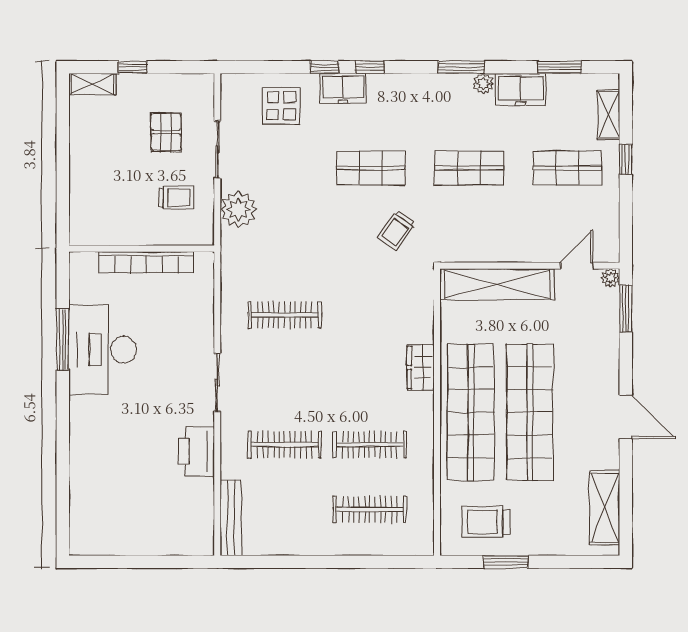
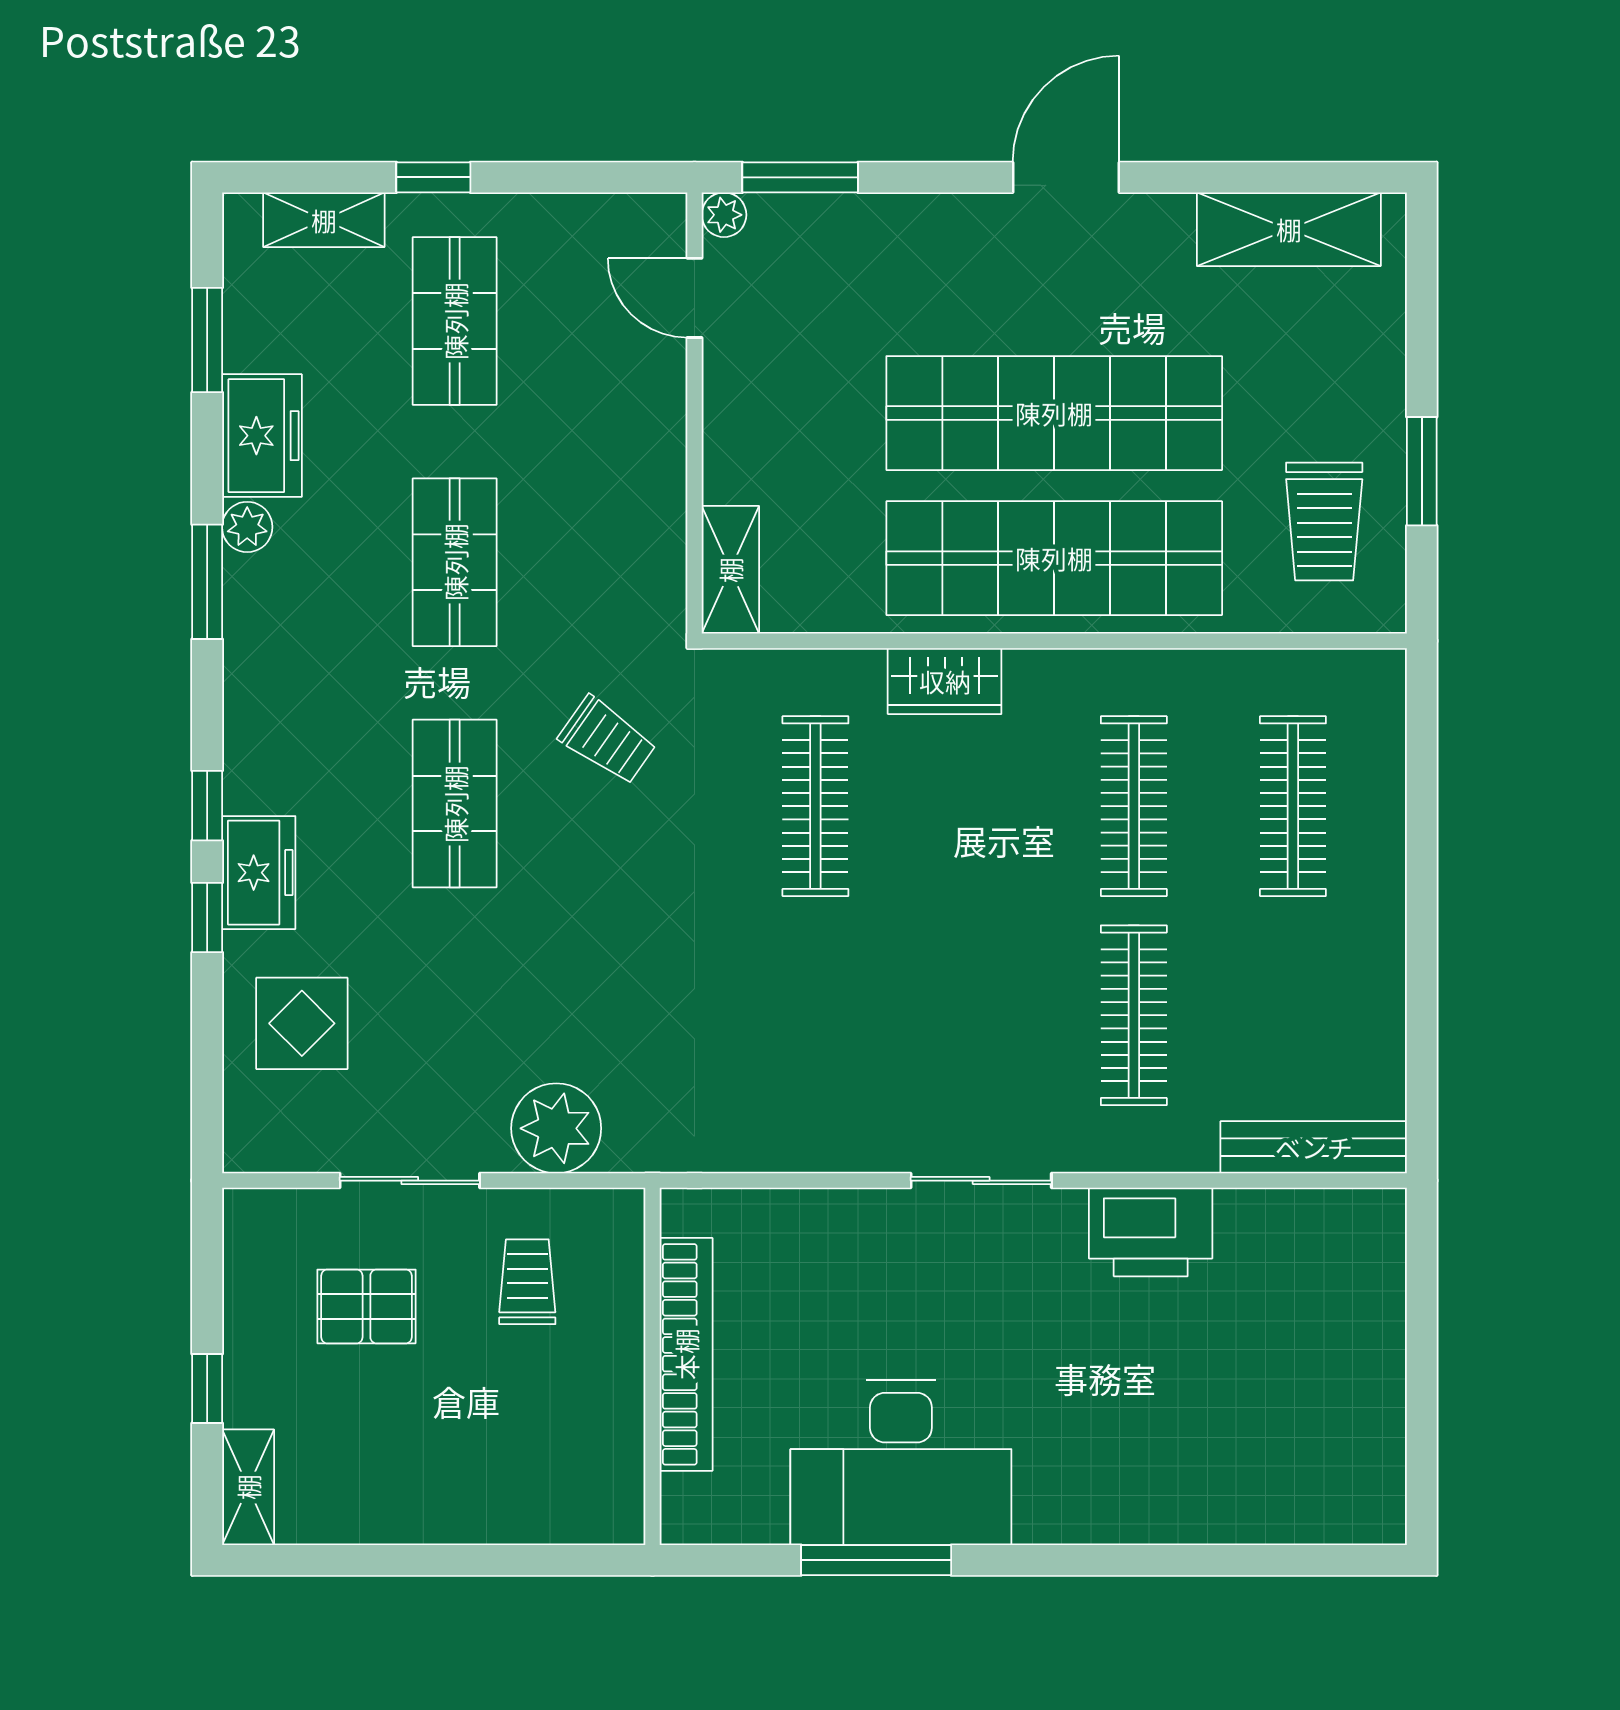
shelving: (497, 284) -> (730, 570), width x0.45, depth x0.75
clothes rail: (285, 315) -> (815, 806), moved

